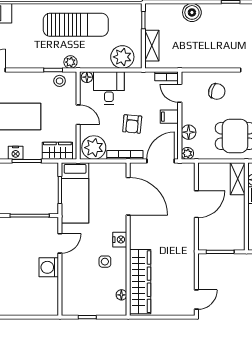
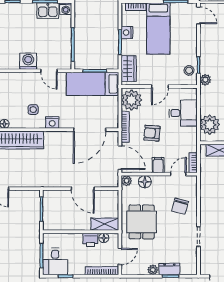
floor lamp: (87, 77) -> (192, 94), removed

